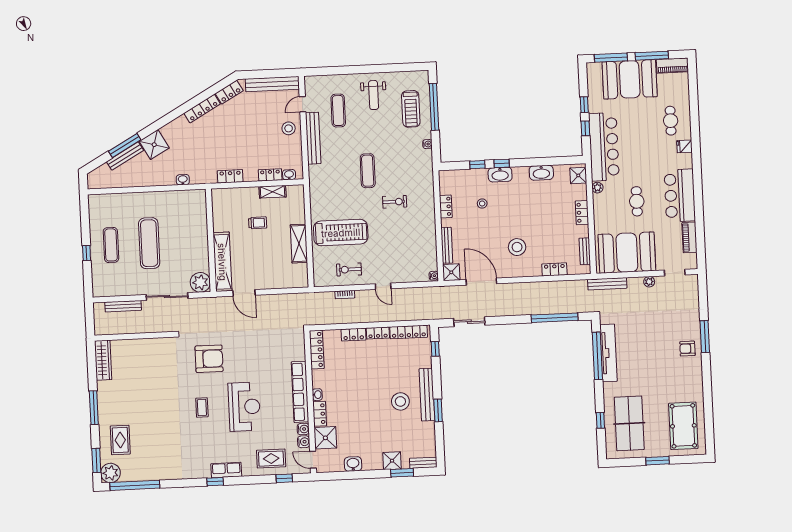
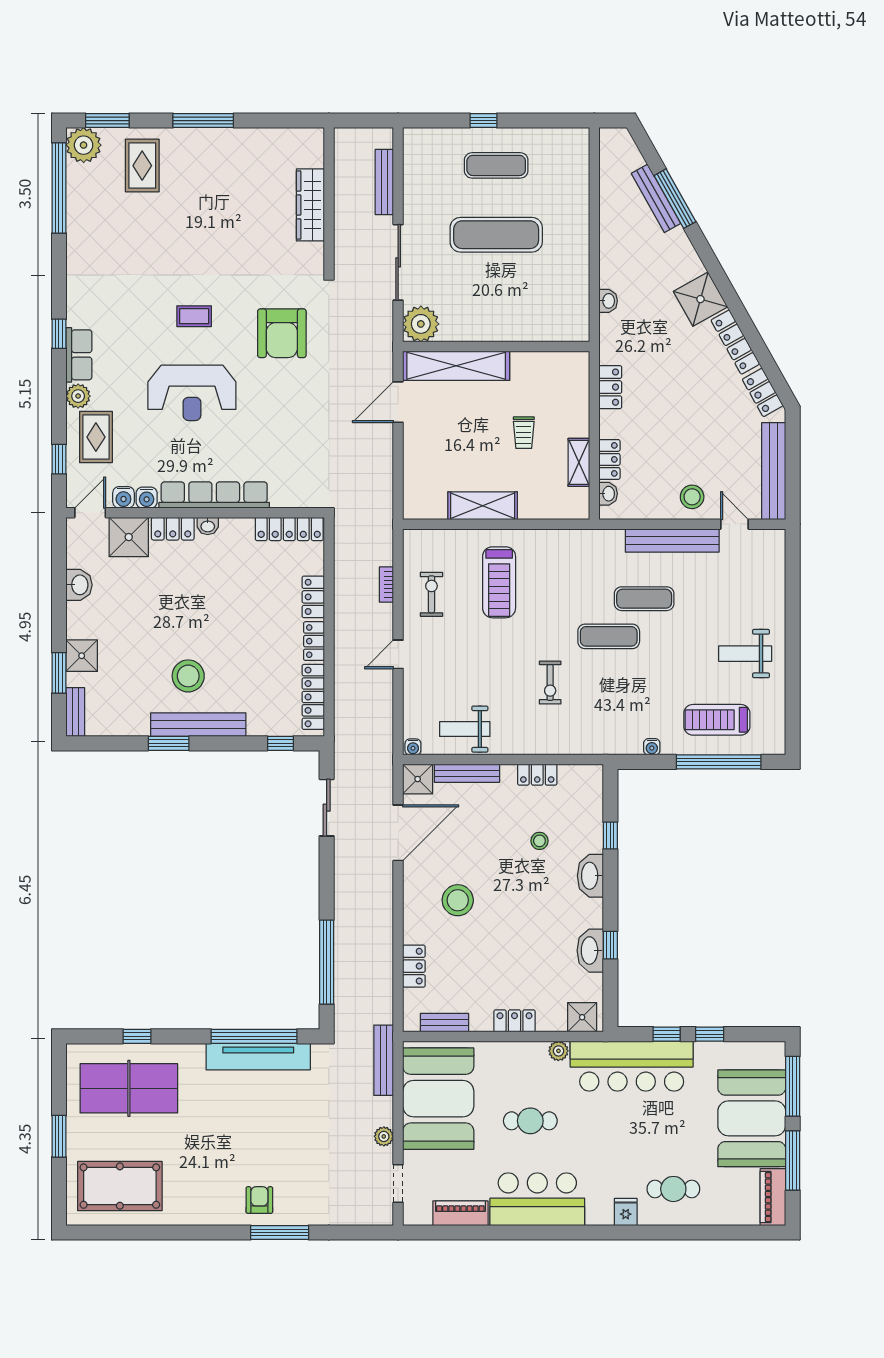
exercise mat: (338, 111) -> (644, 599), moved
shower: (154, 145) -> (700, 299), moved
window: (502, 163) -> (610, 945), moved
treadmill: (341, 233) -> (499, 582), width x0.73, depth x0.73
weight bench: (422, 248) -> (465, 729), added
wardrobe: (103, 360) -> (310, 205), moved, turned 90
rug: (120, 440) -> (142, 166), turned 90
plant: (249, 469) -> (78, 396), added

